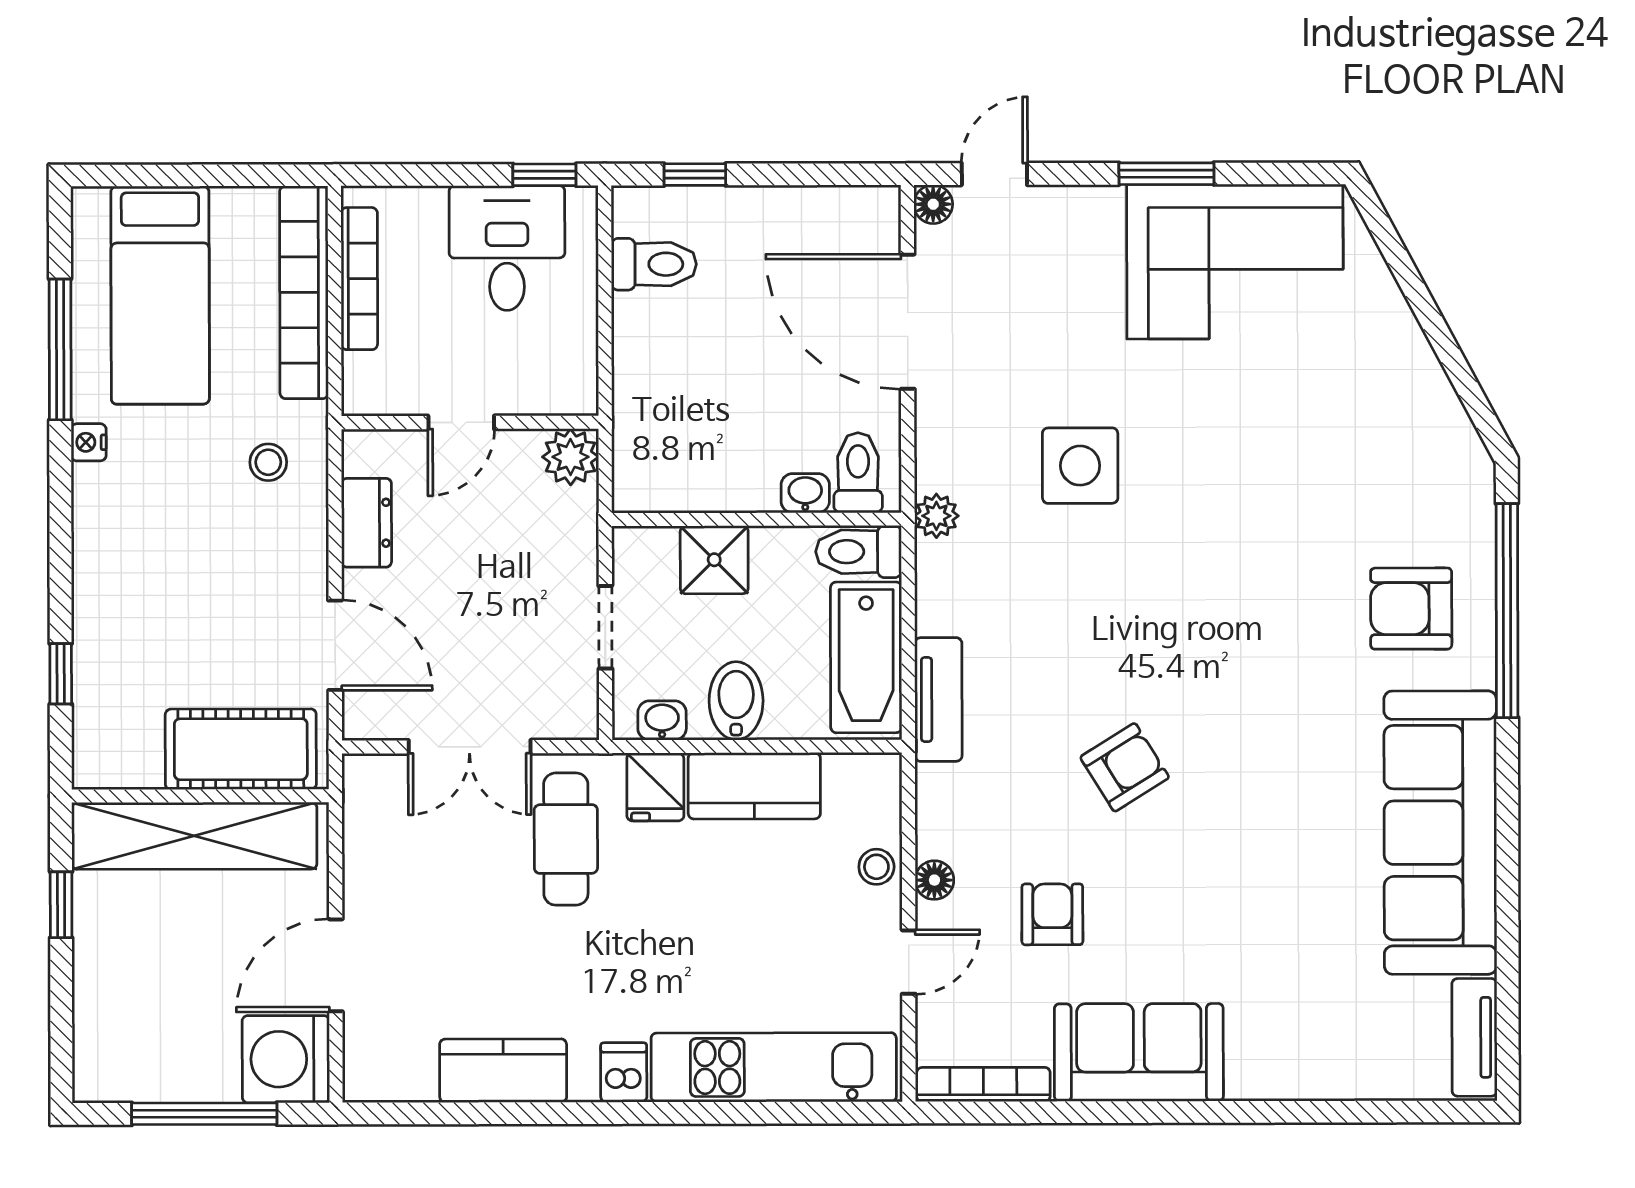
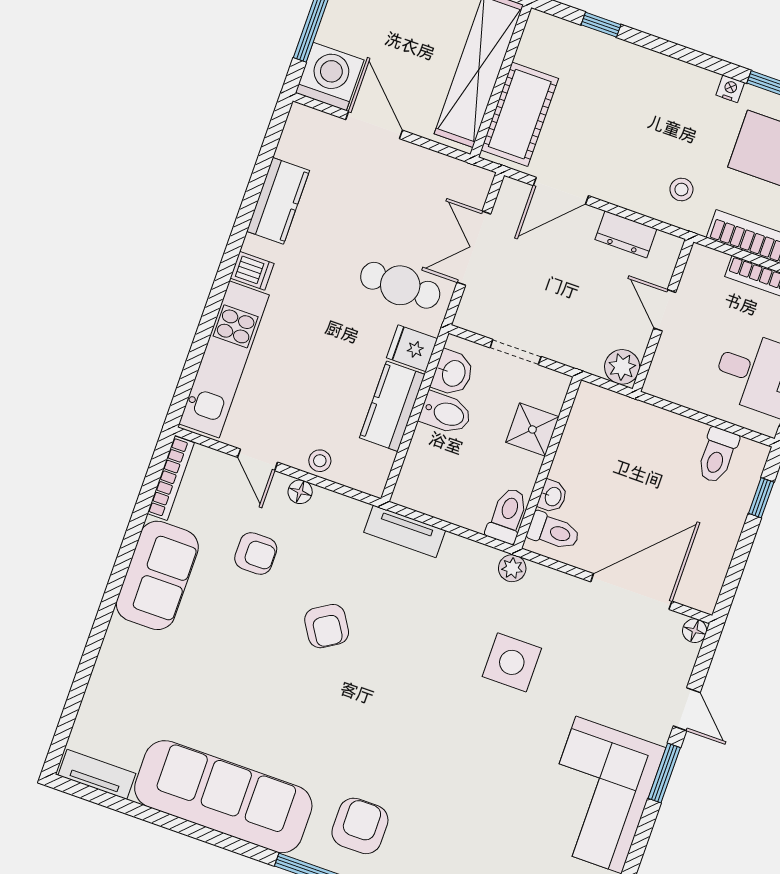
door: (994, 174) -> (687, 709), moved
bathtub: (866, 657) -> (444, 498), removed
washbasin: (662, 720) -> (453, 373), width x1.38, depth x1.45

